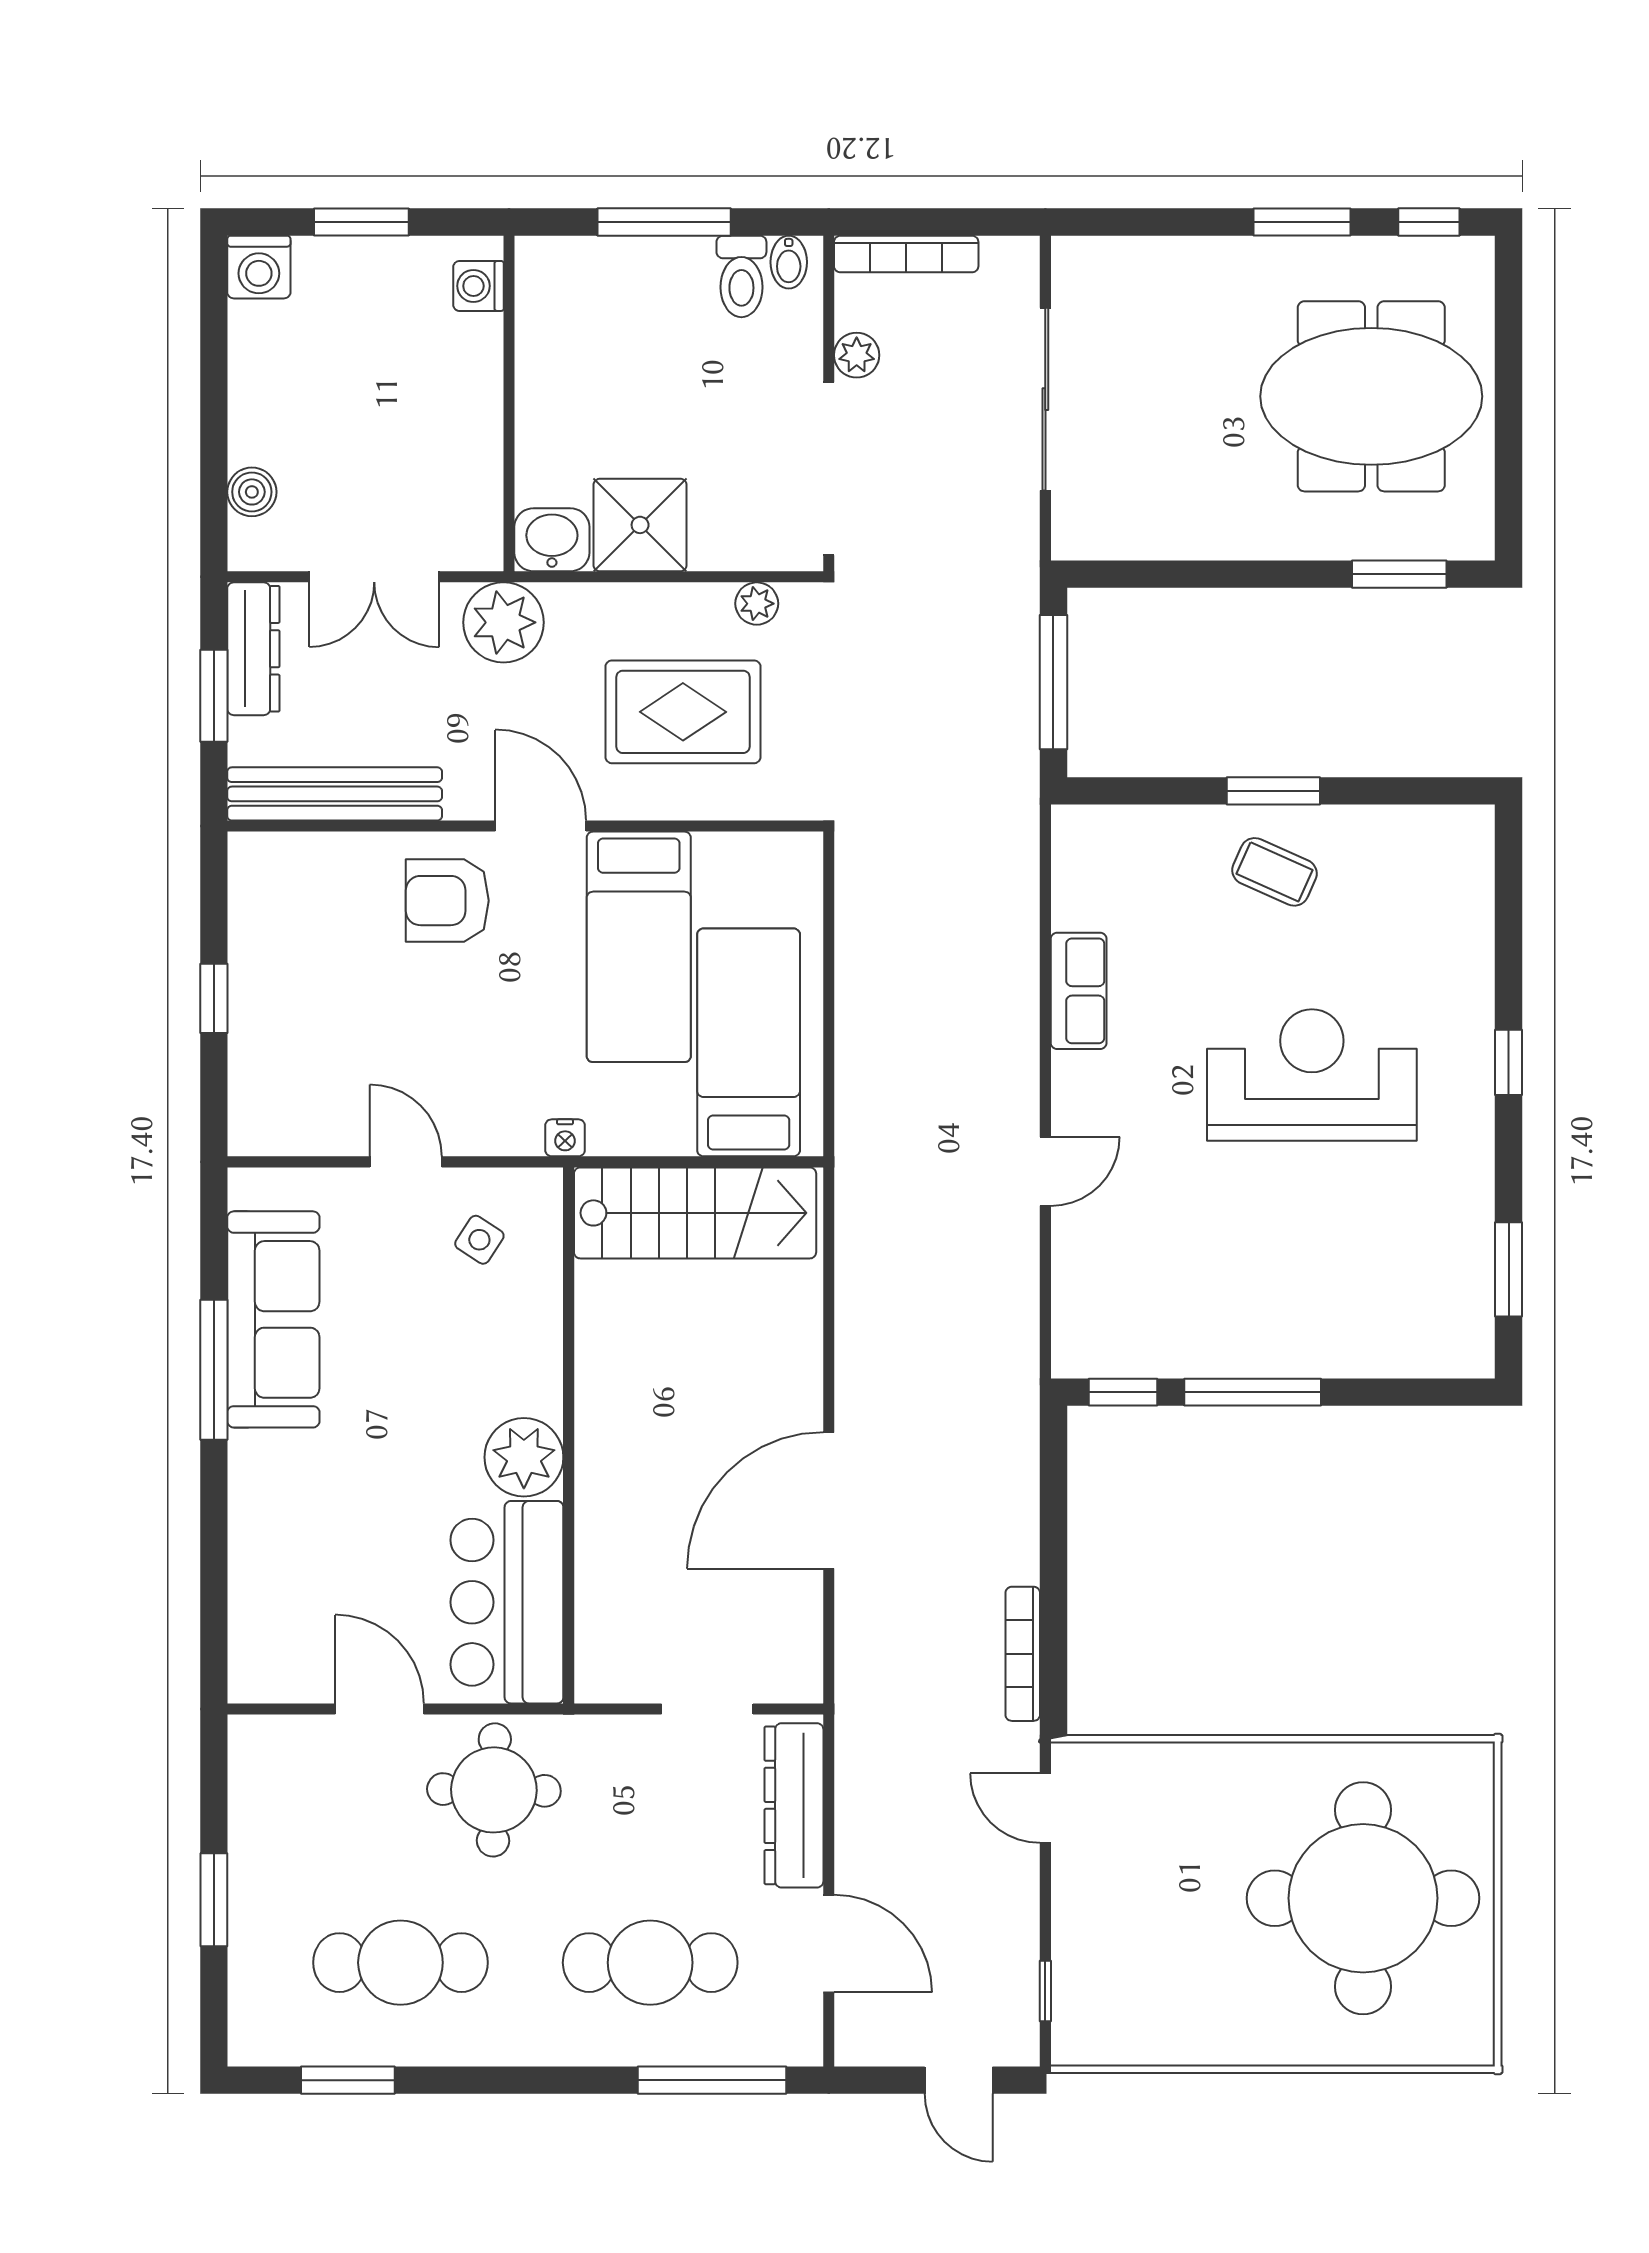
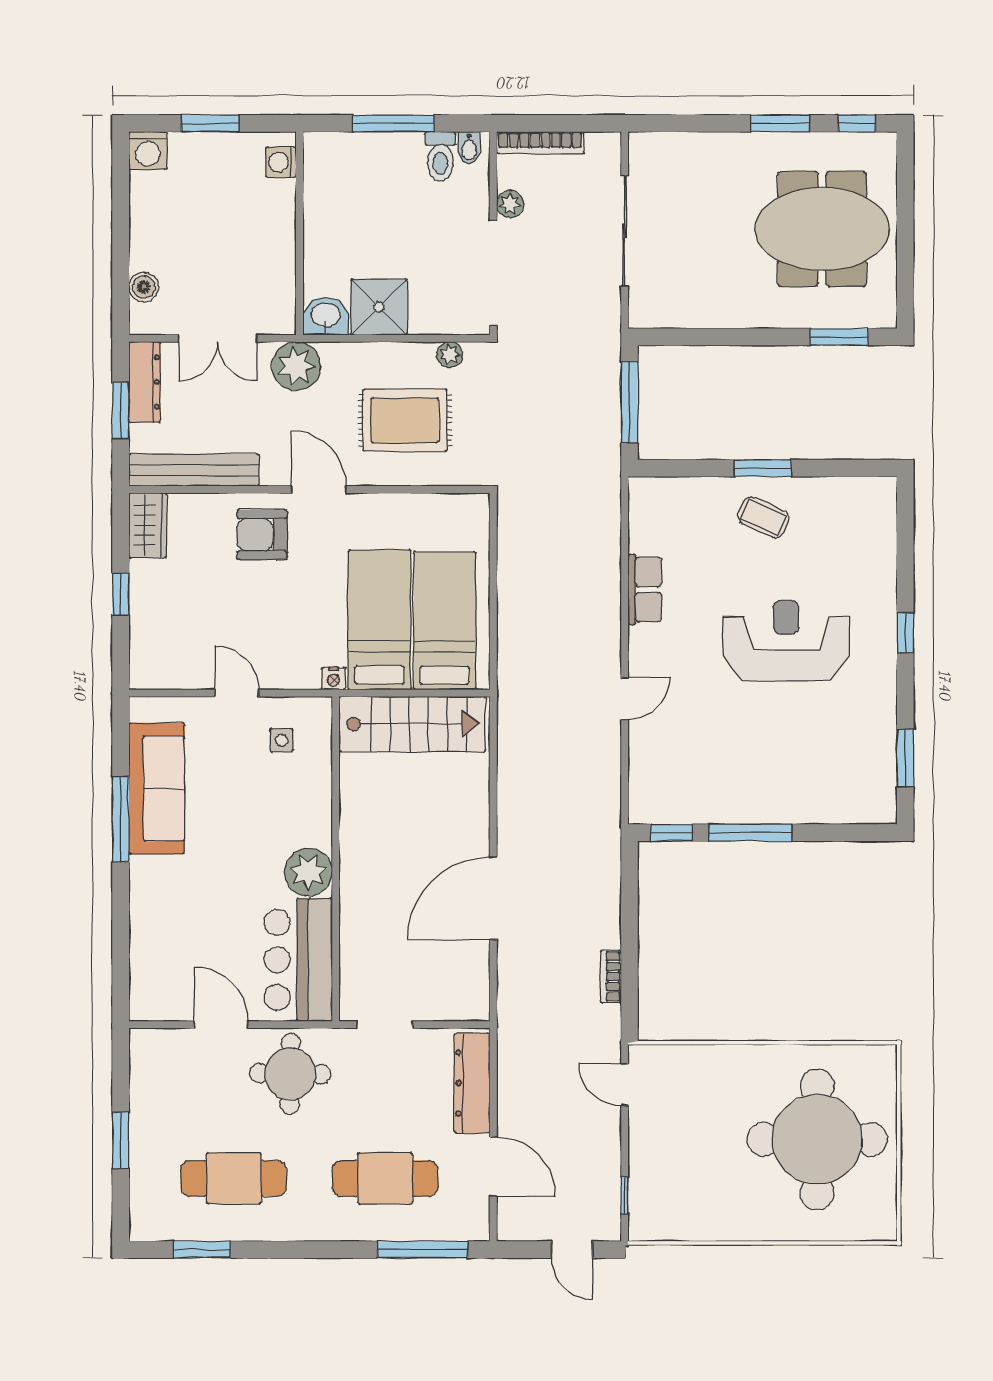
wardrobe: (259, 885) -> (148, 525), added
bed: (639, 947) -> (379, 620), moved, turned 180
side table: (479, 1240) -> (282, 740), turned -33
bookcase: (1023, 1654) -> (611, 977), width x0.64
doorway: (707, 1709) -> (385, 1025), moved

